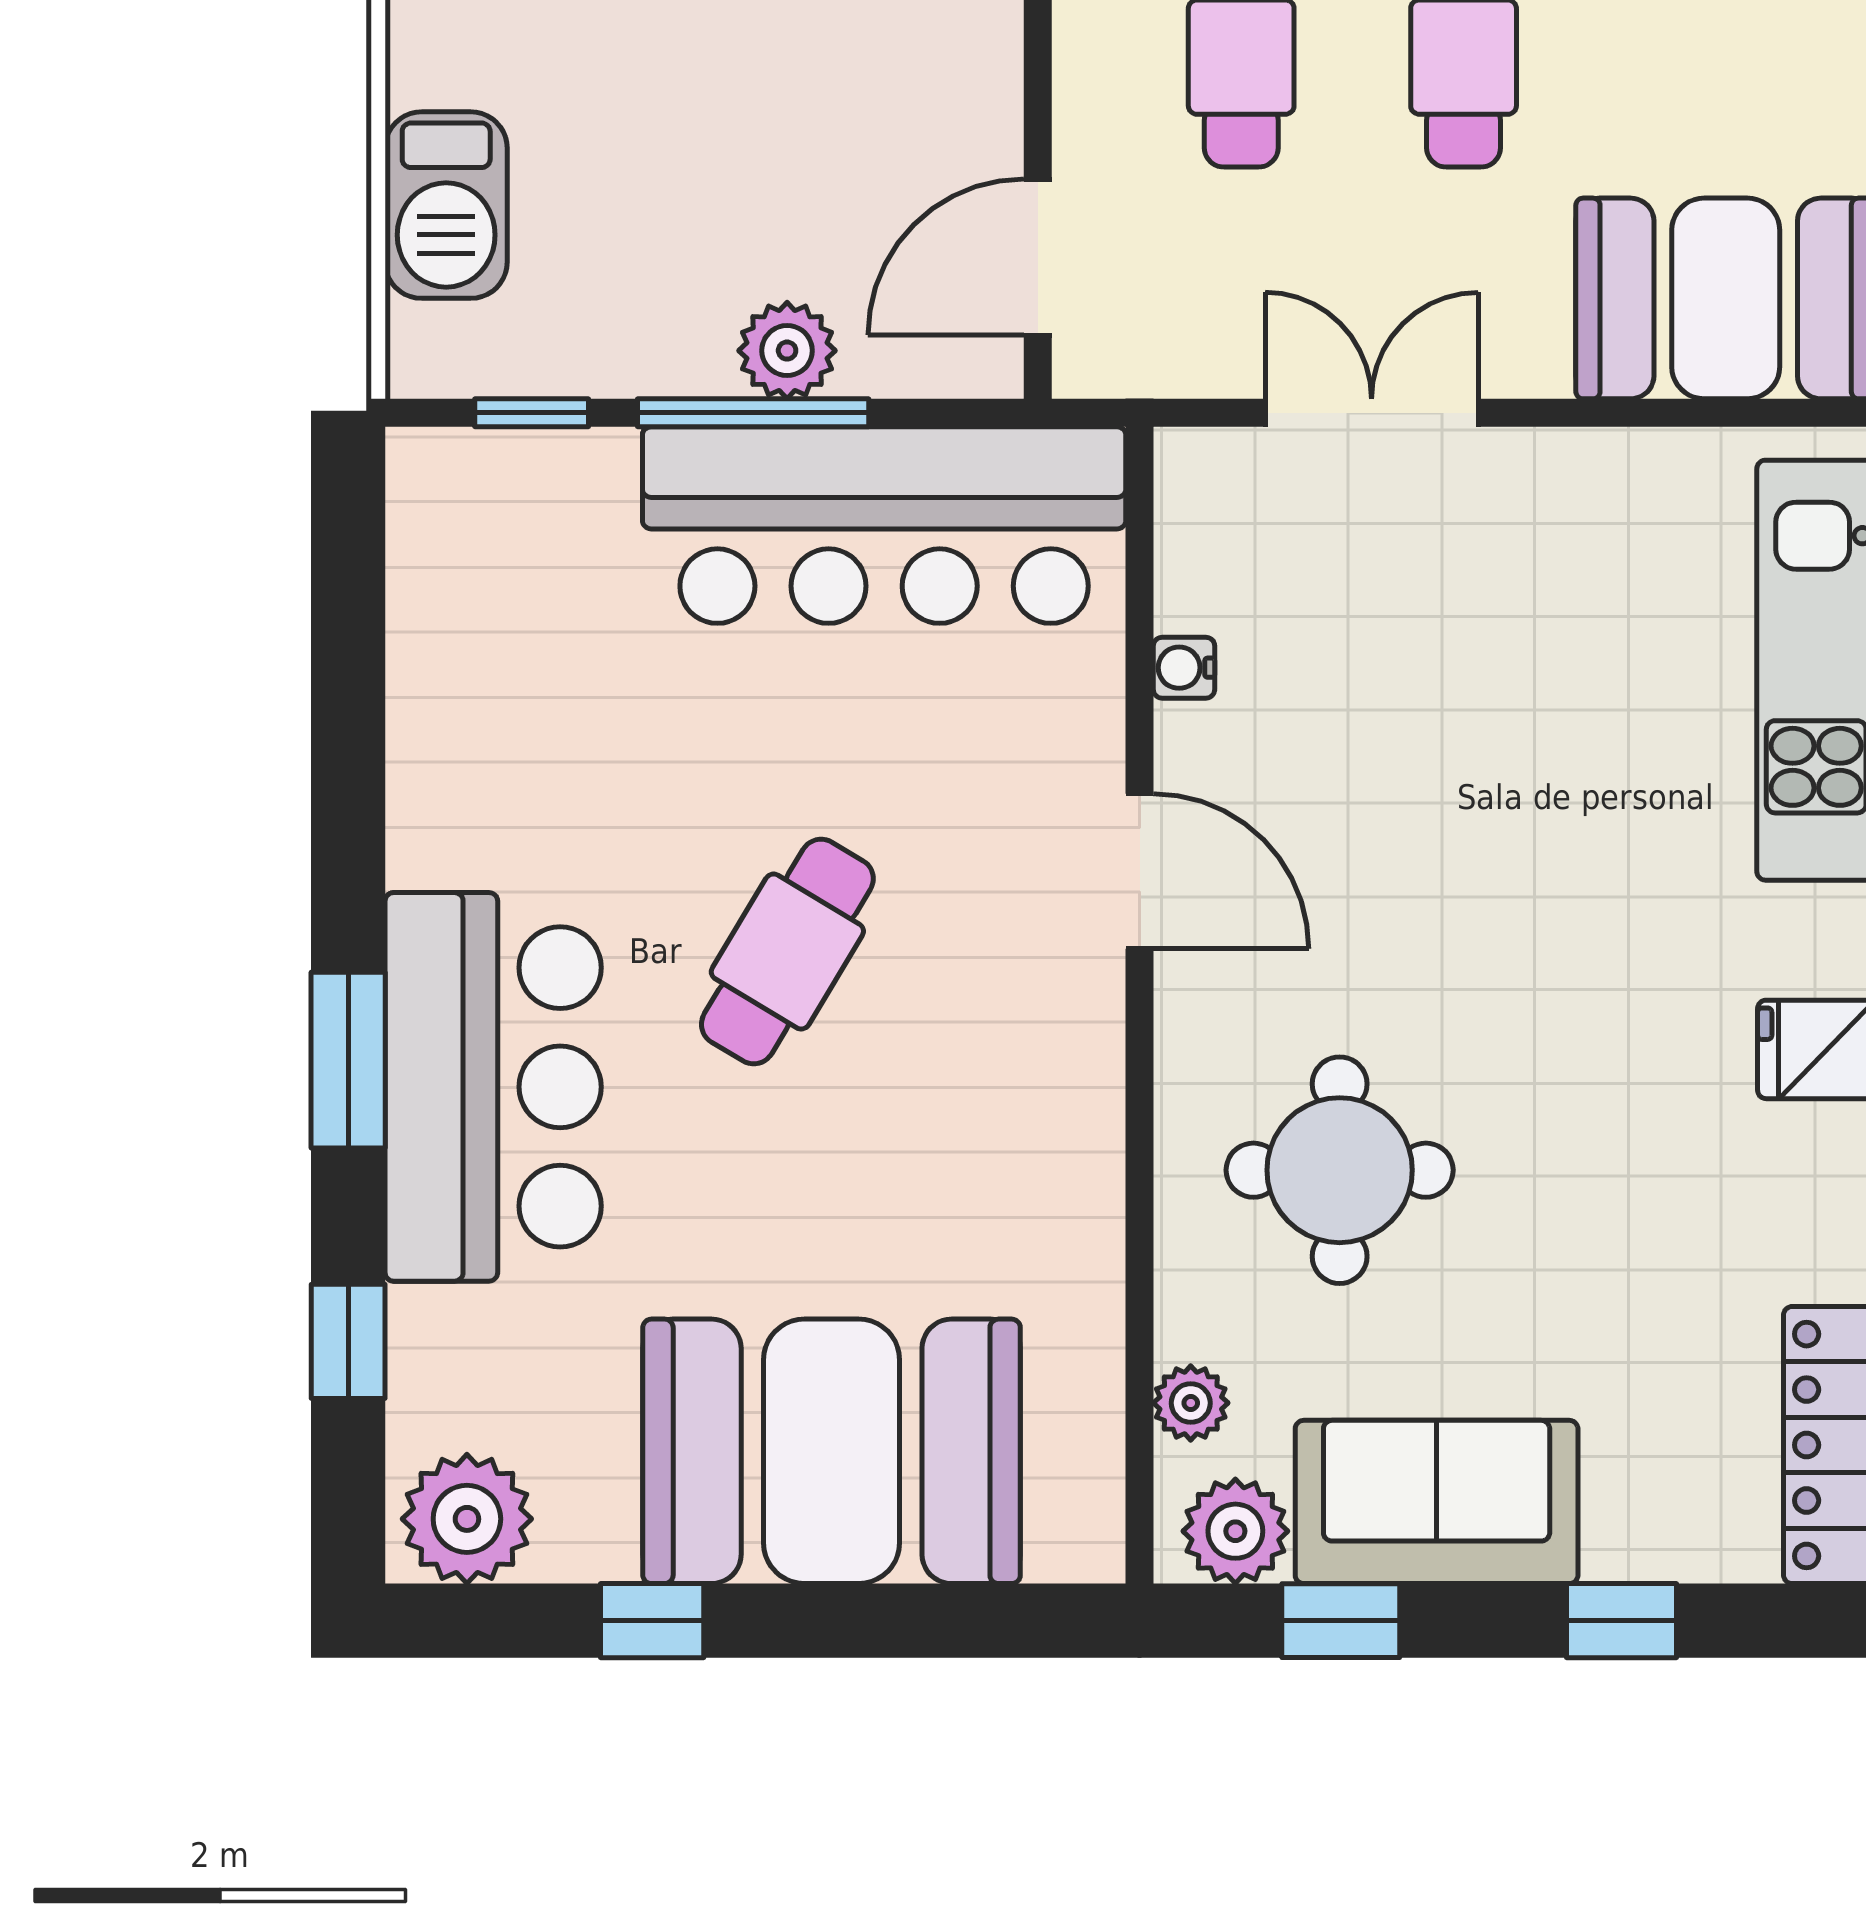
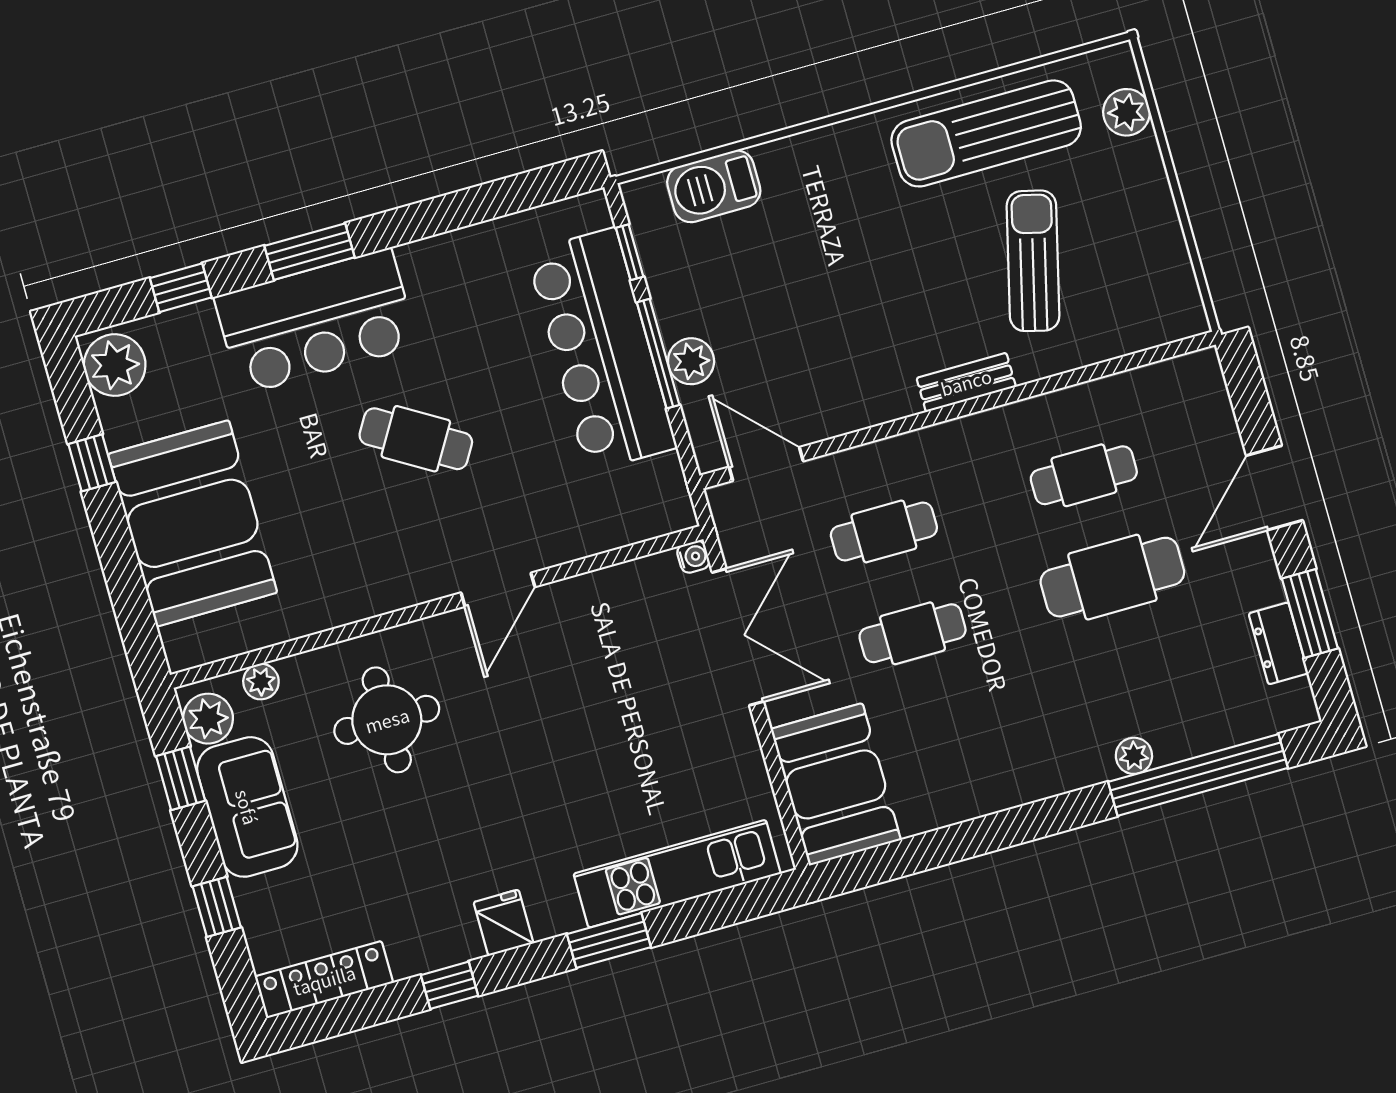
double door: (1372, 413) -> (738, 637), width x1.37
bar counter: (884, 525) -> (602, 350), moved
water cooler: (1184, 668) -> (693, 557), moved, turned 90

